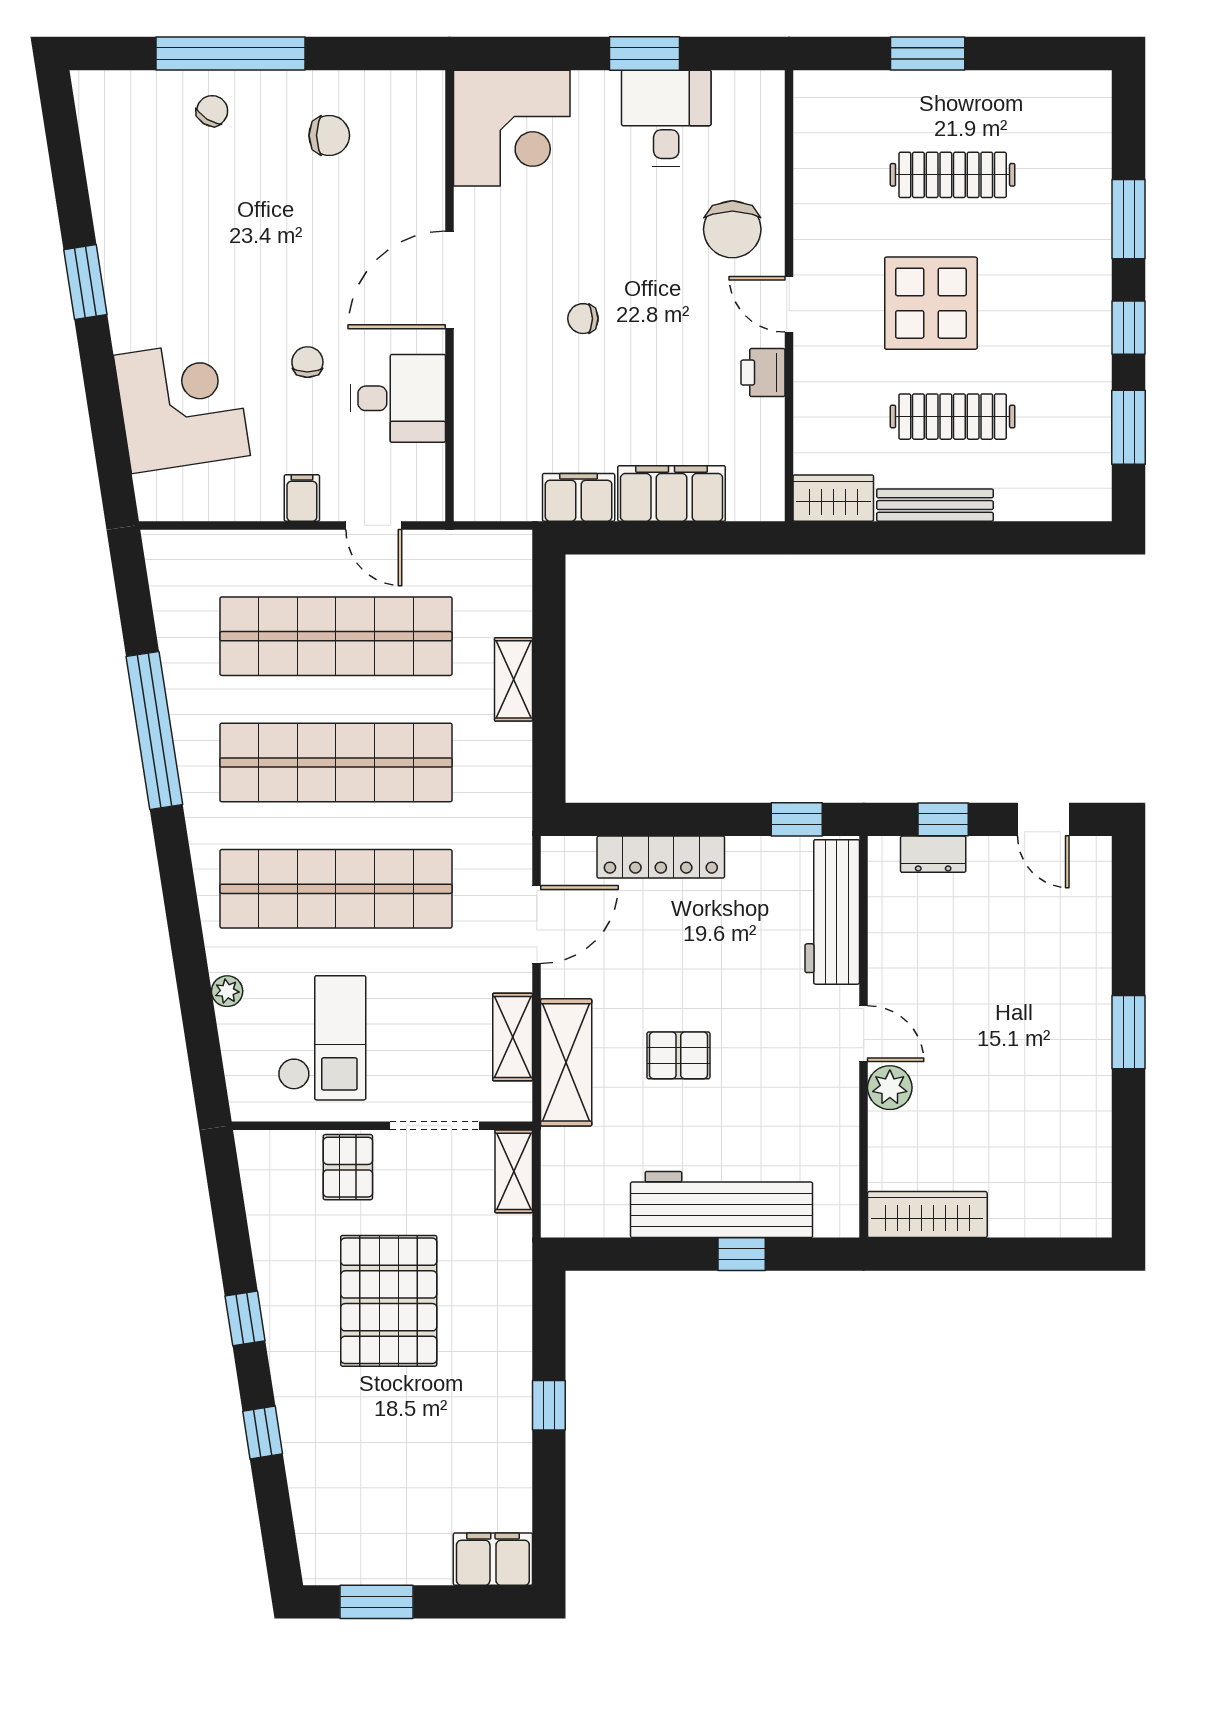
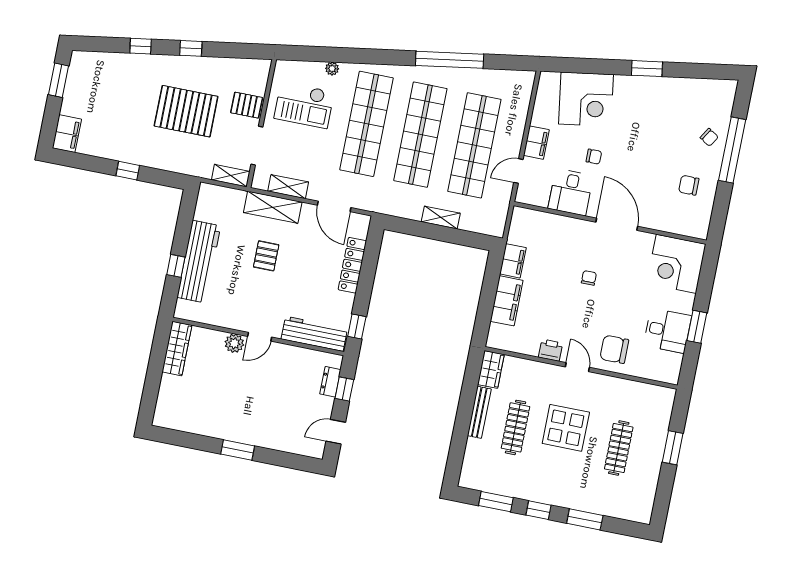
chair: (329, 135) -> (689, 185), turned 90
door: (789, 304) -> (577, 367), hinge flipped
filing cabinet: (302, 498) -> (536, 143), width x2.00

